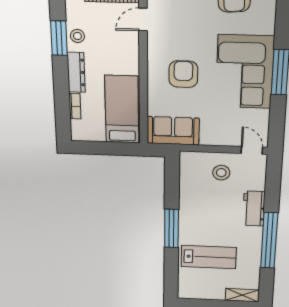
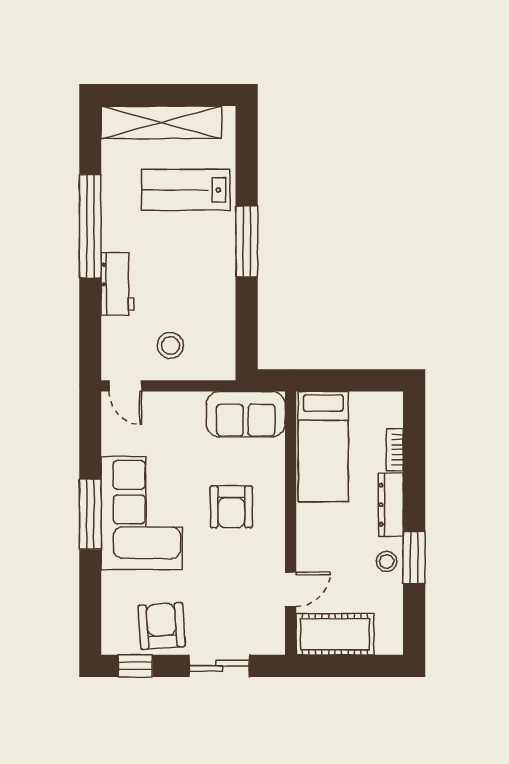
shelving: (242, 295) -> (161, 122), width x2.20, depth x1.33

